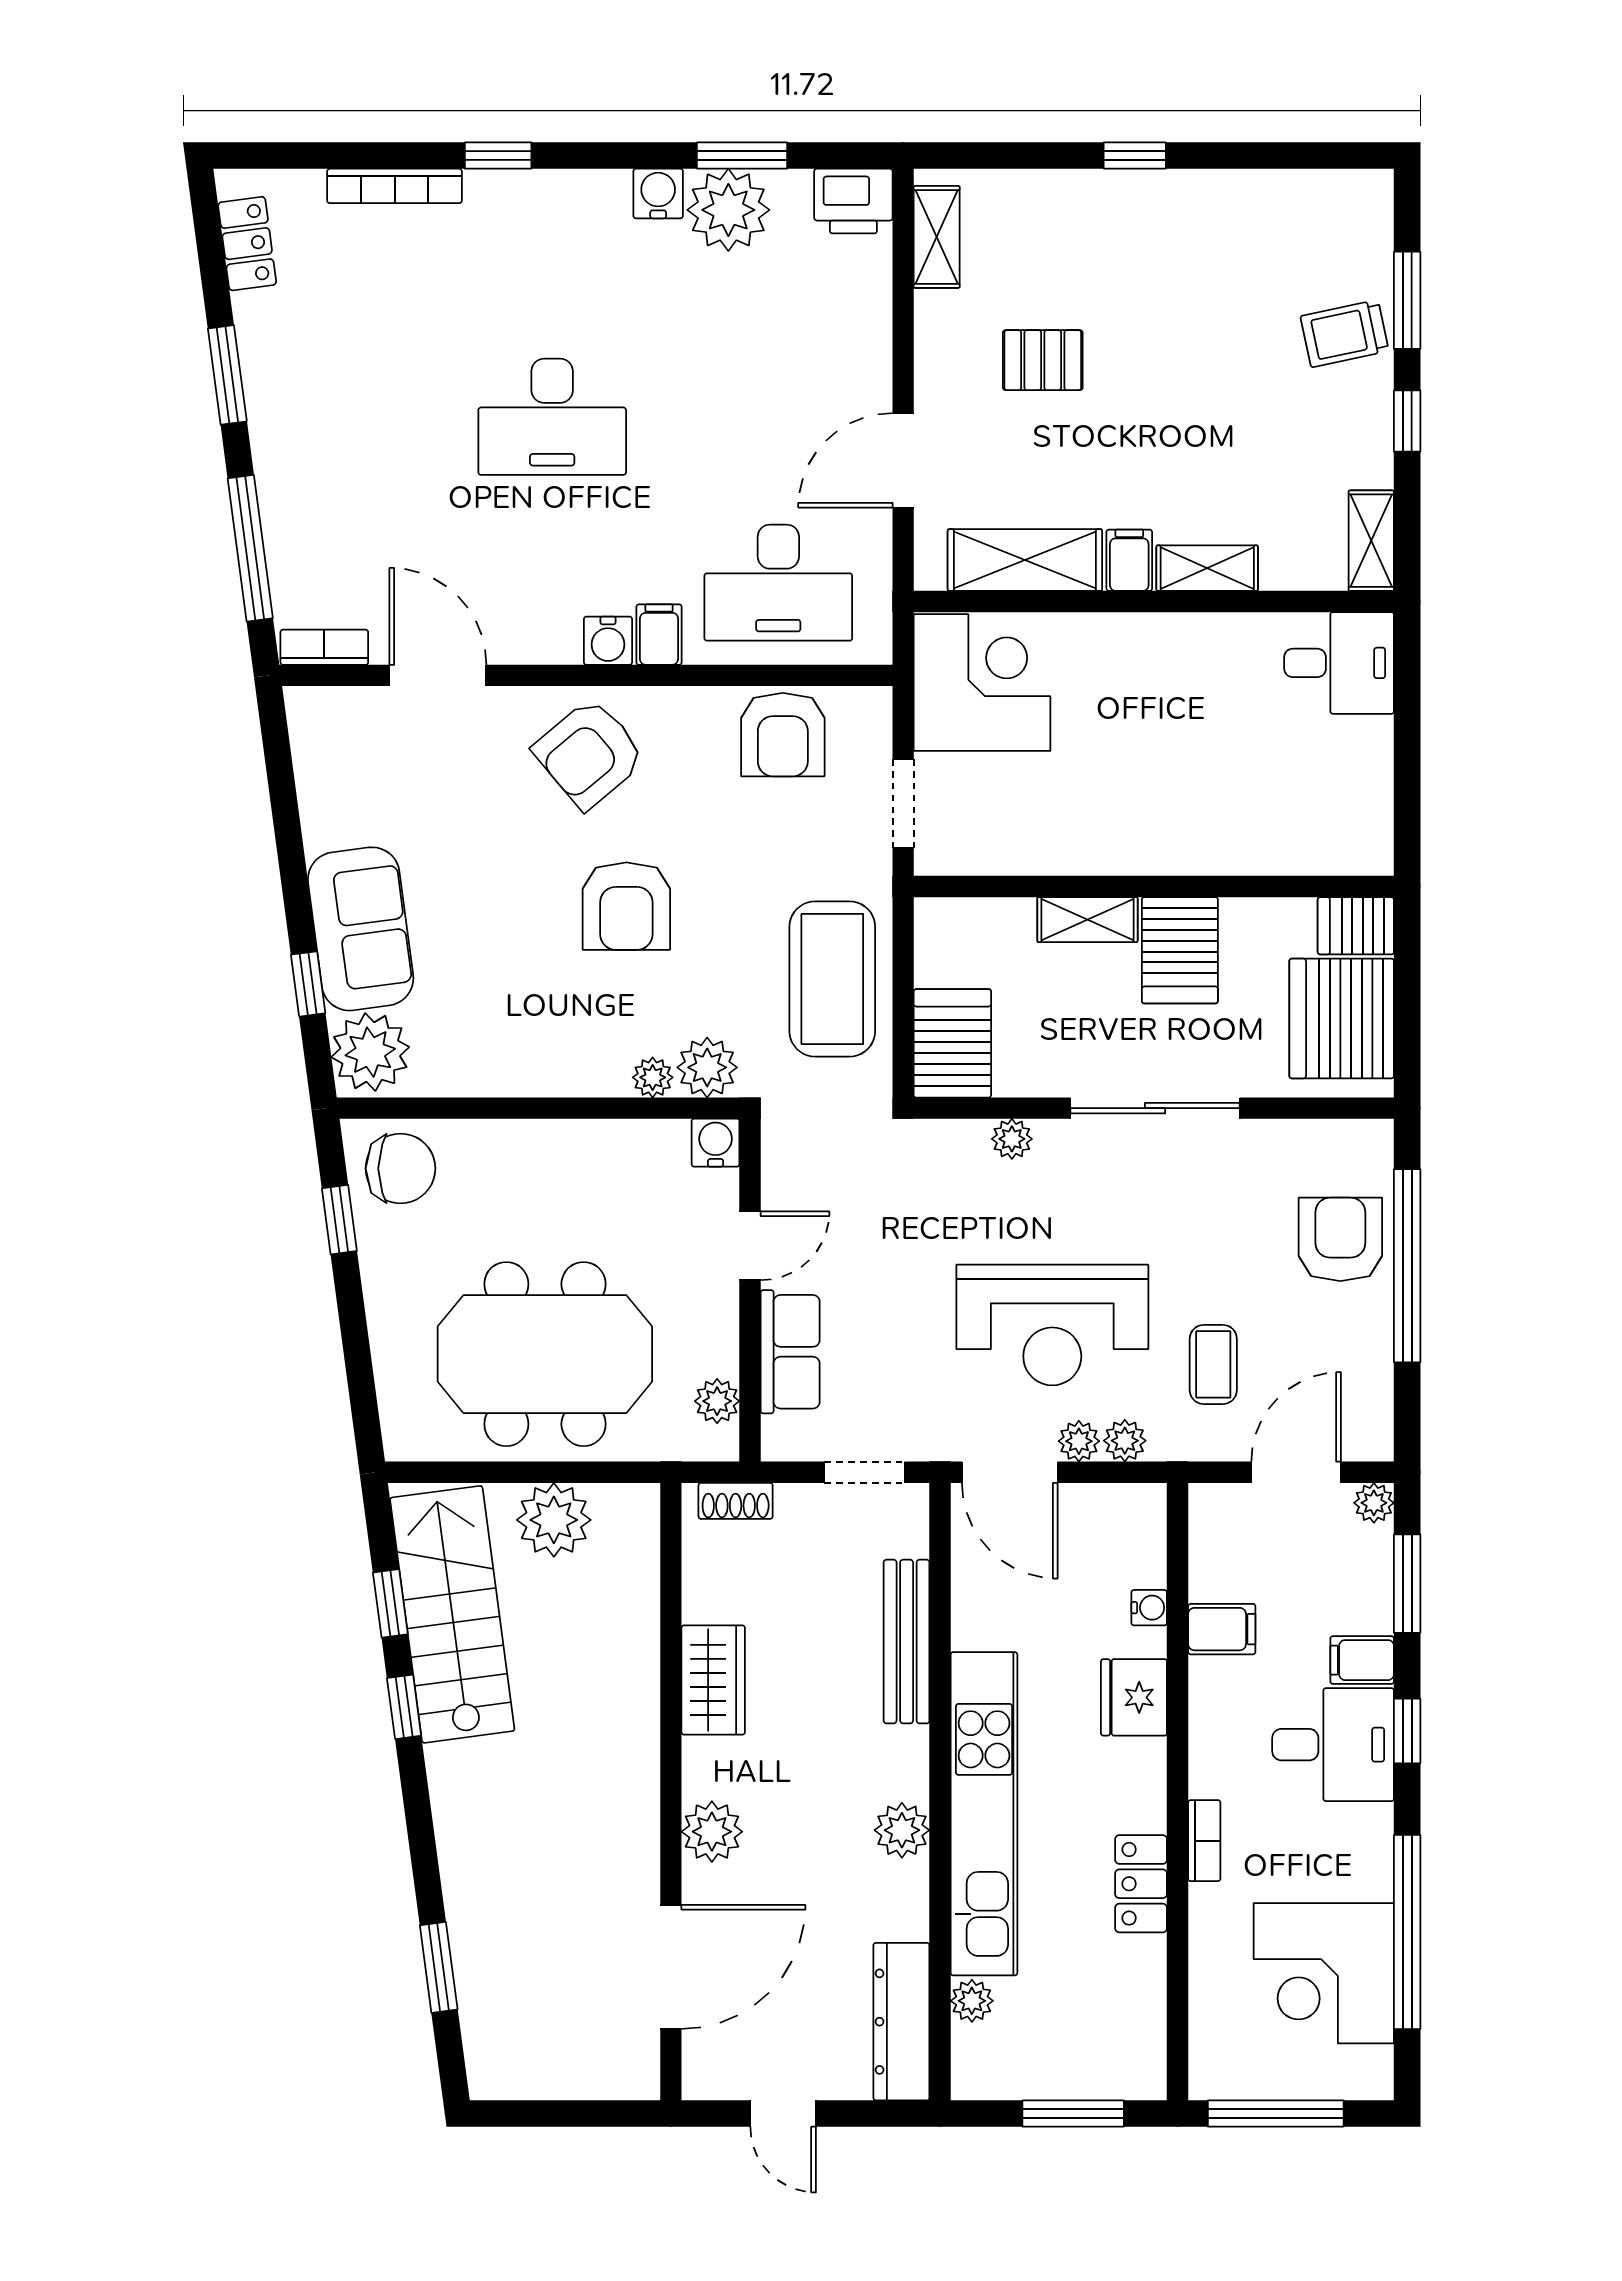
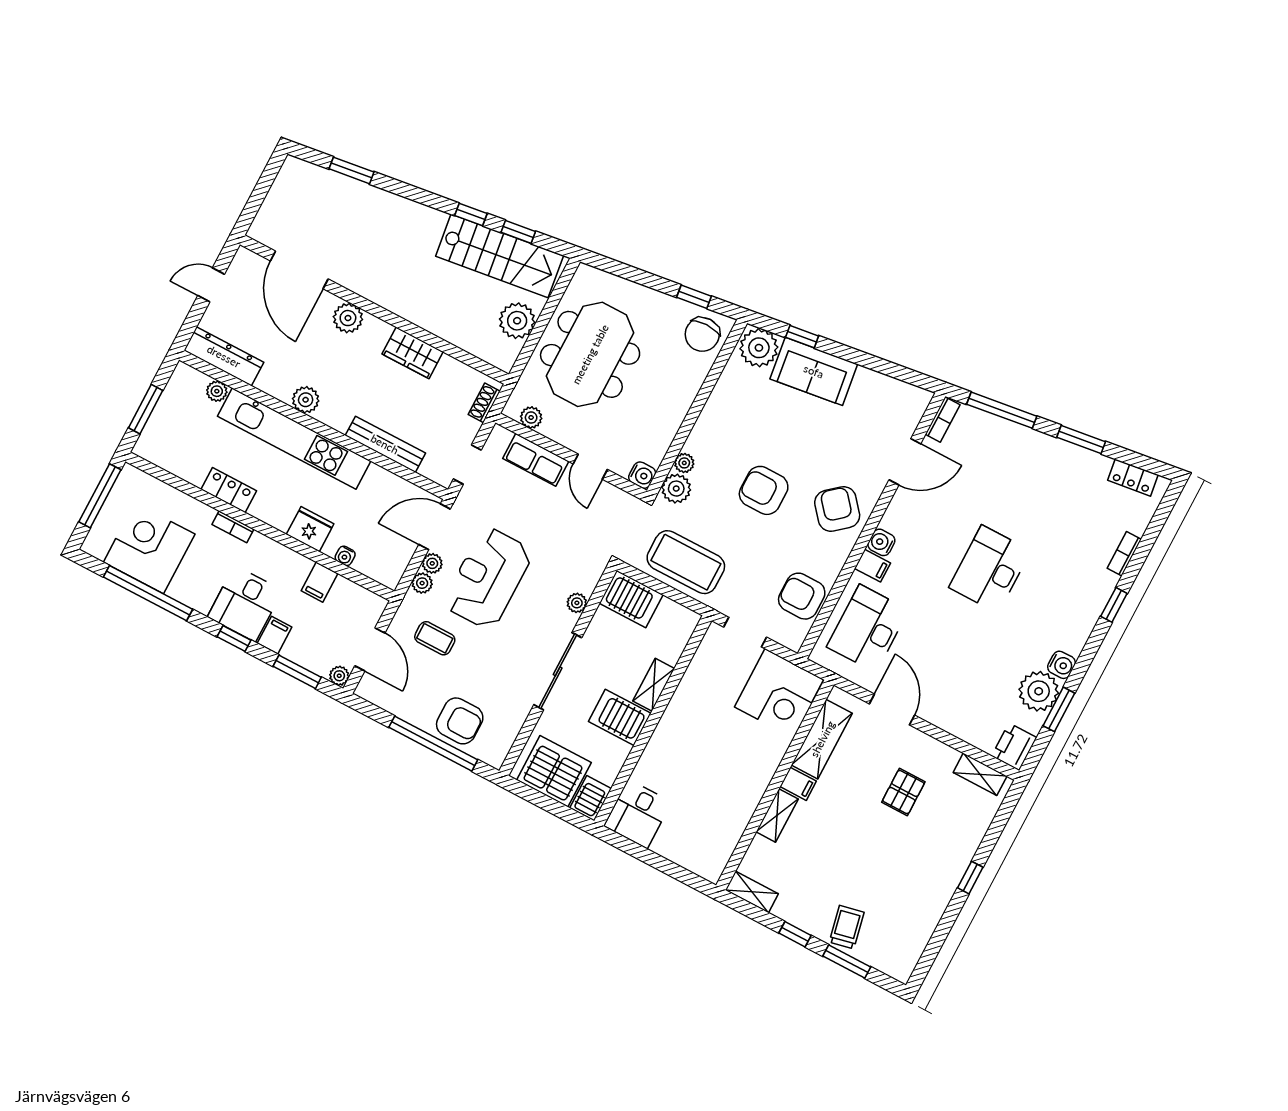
bookcase: (395, 186) -> (1124, 554), width x0.64
desk: (1339, 663) -> (638, 814), moved

